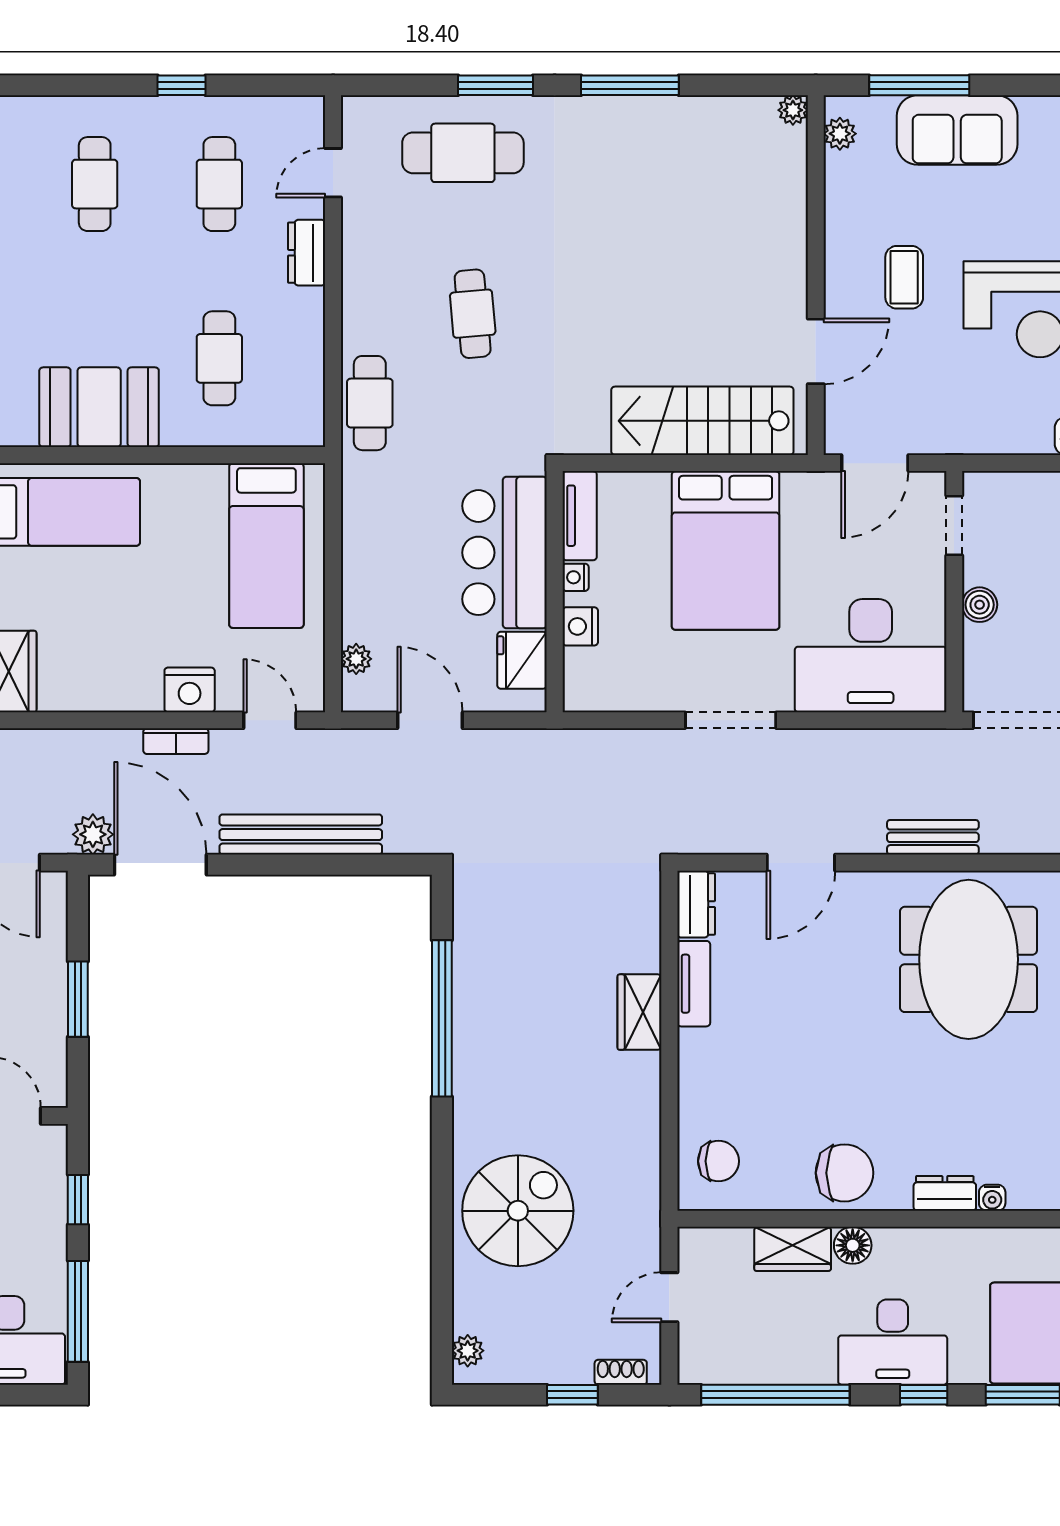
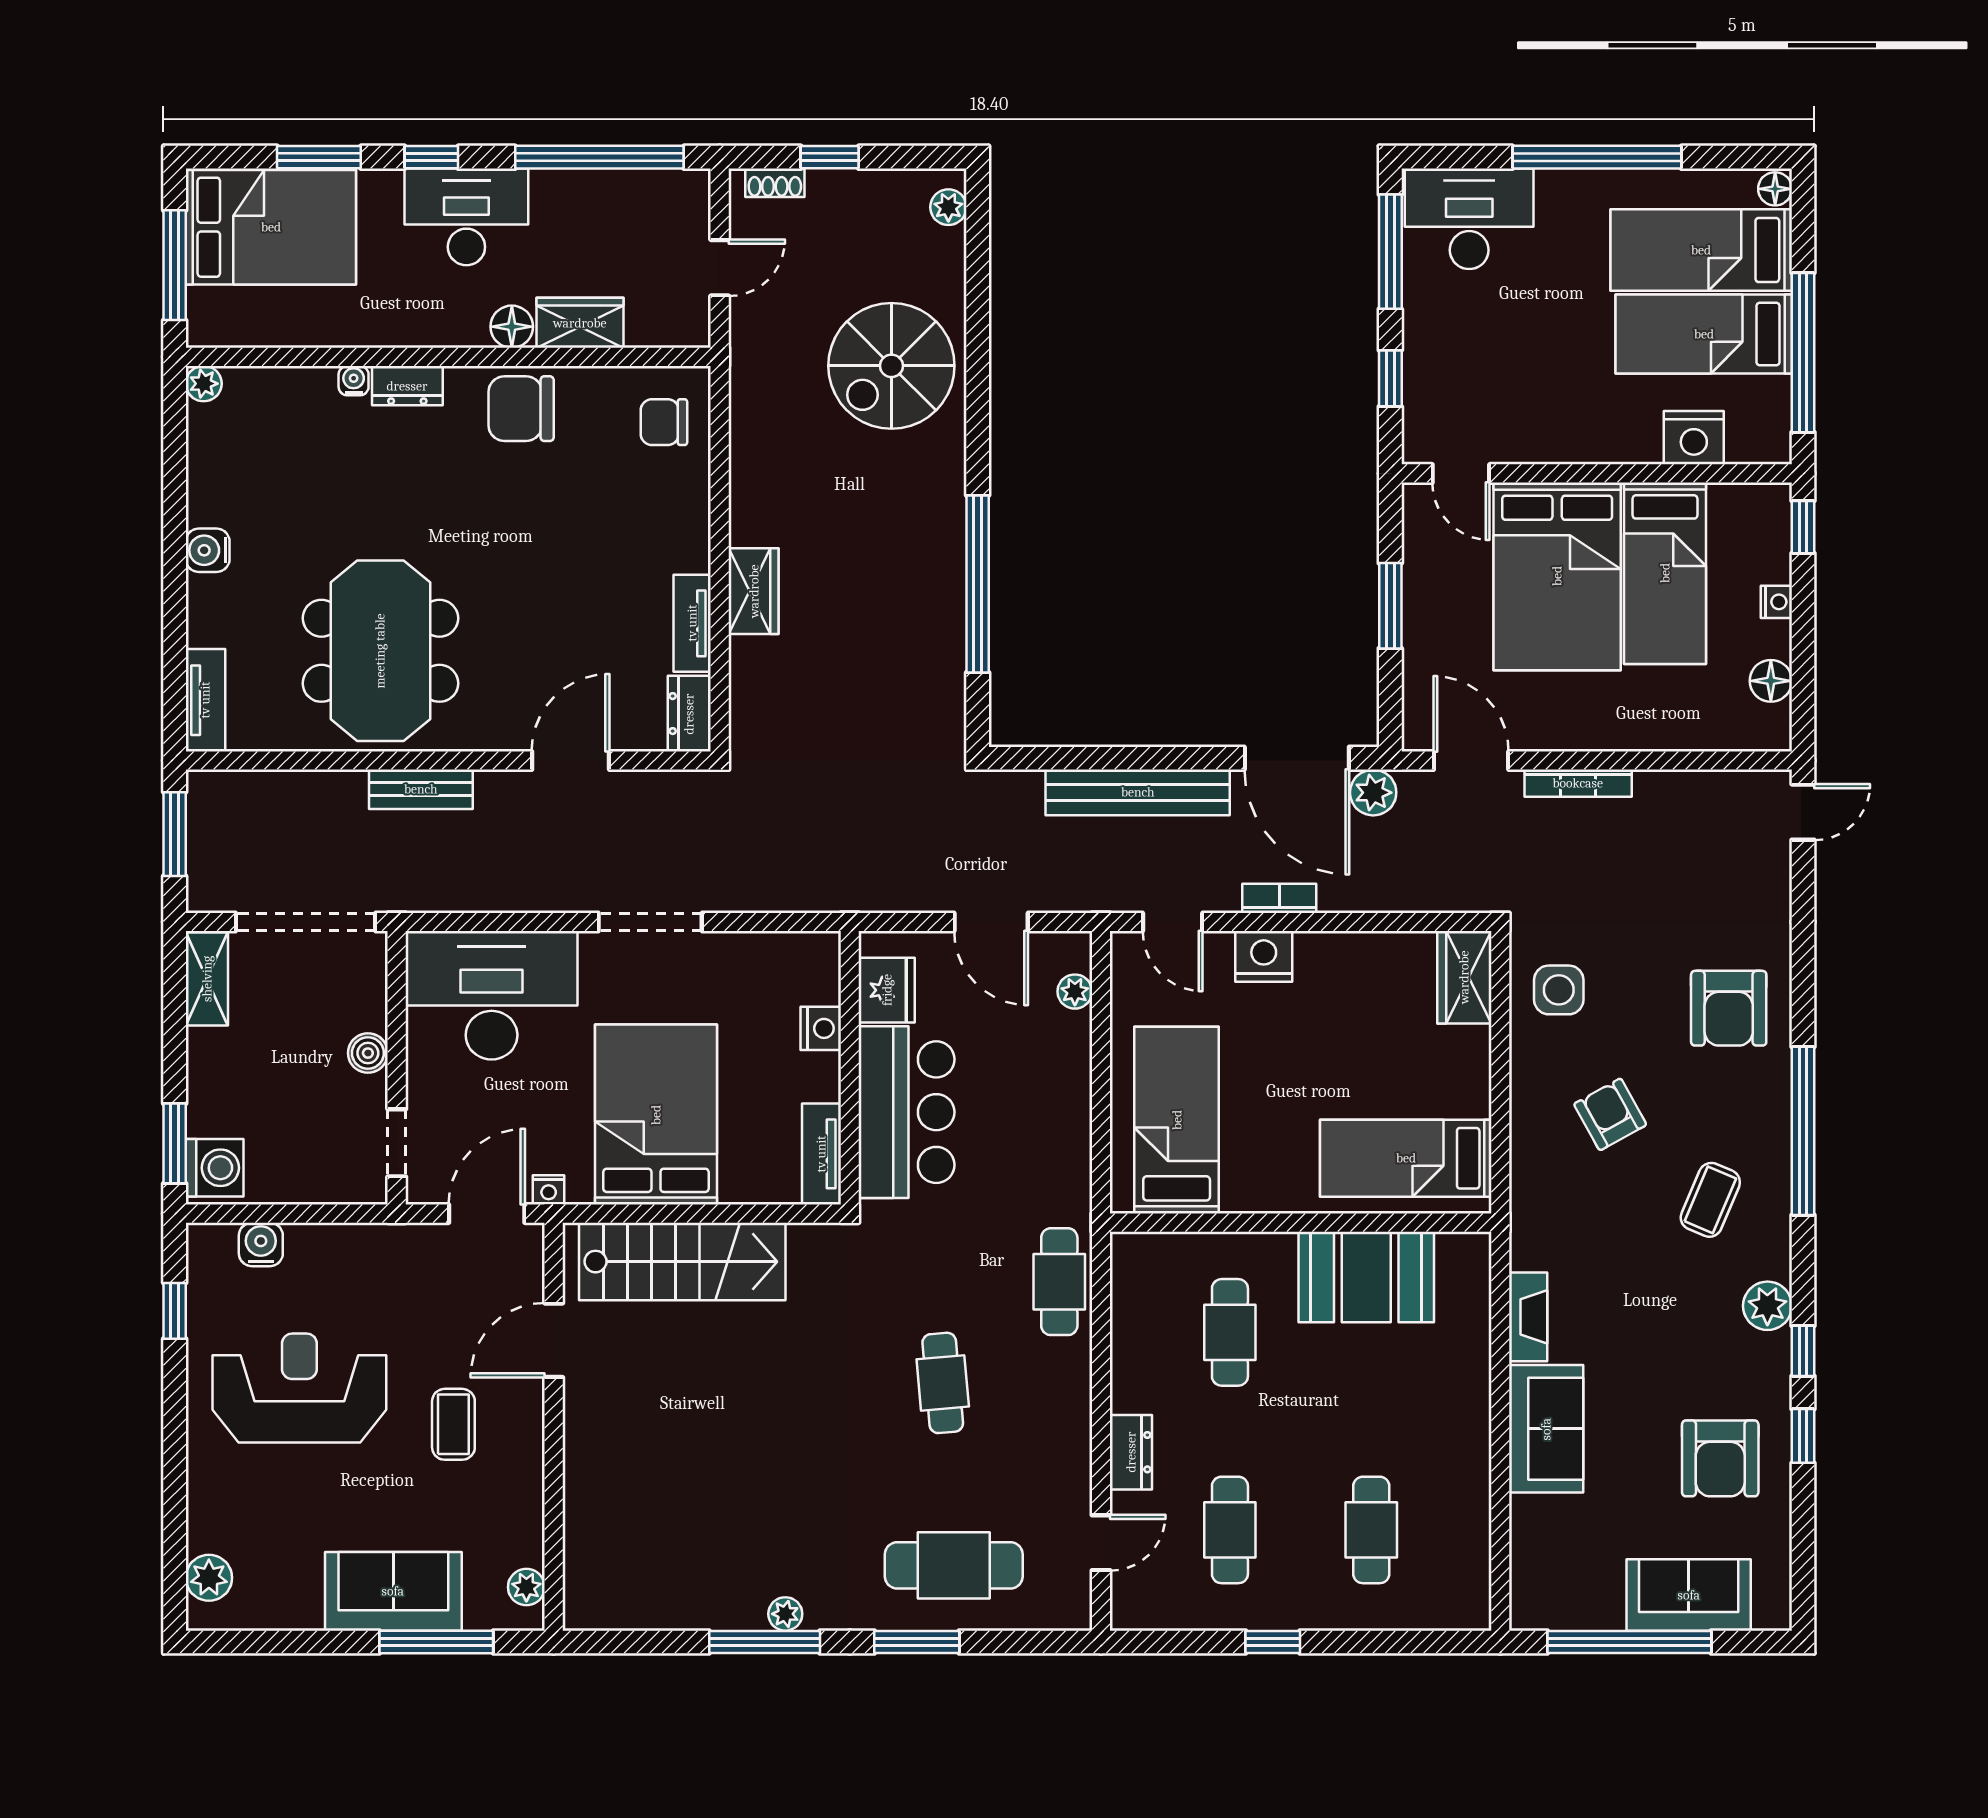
plant: (793, 110) -> (785, 1614), moved
nightstand: (576, 577) -> (549, 1190), moved, turned 90

